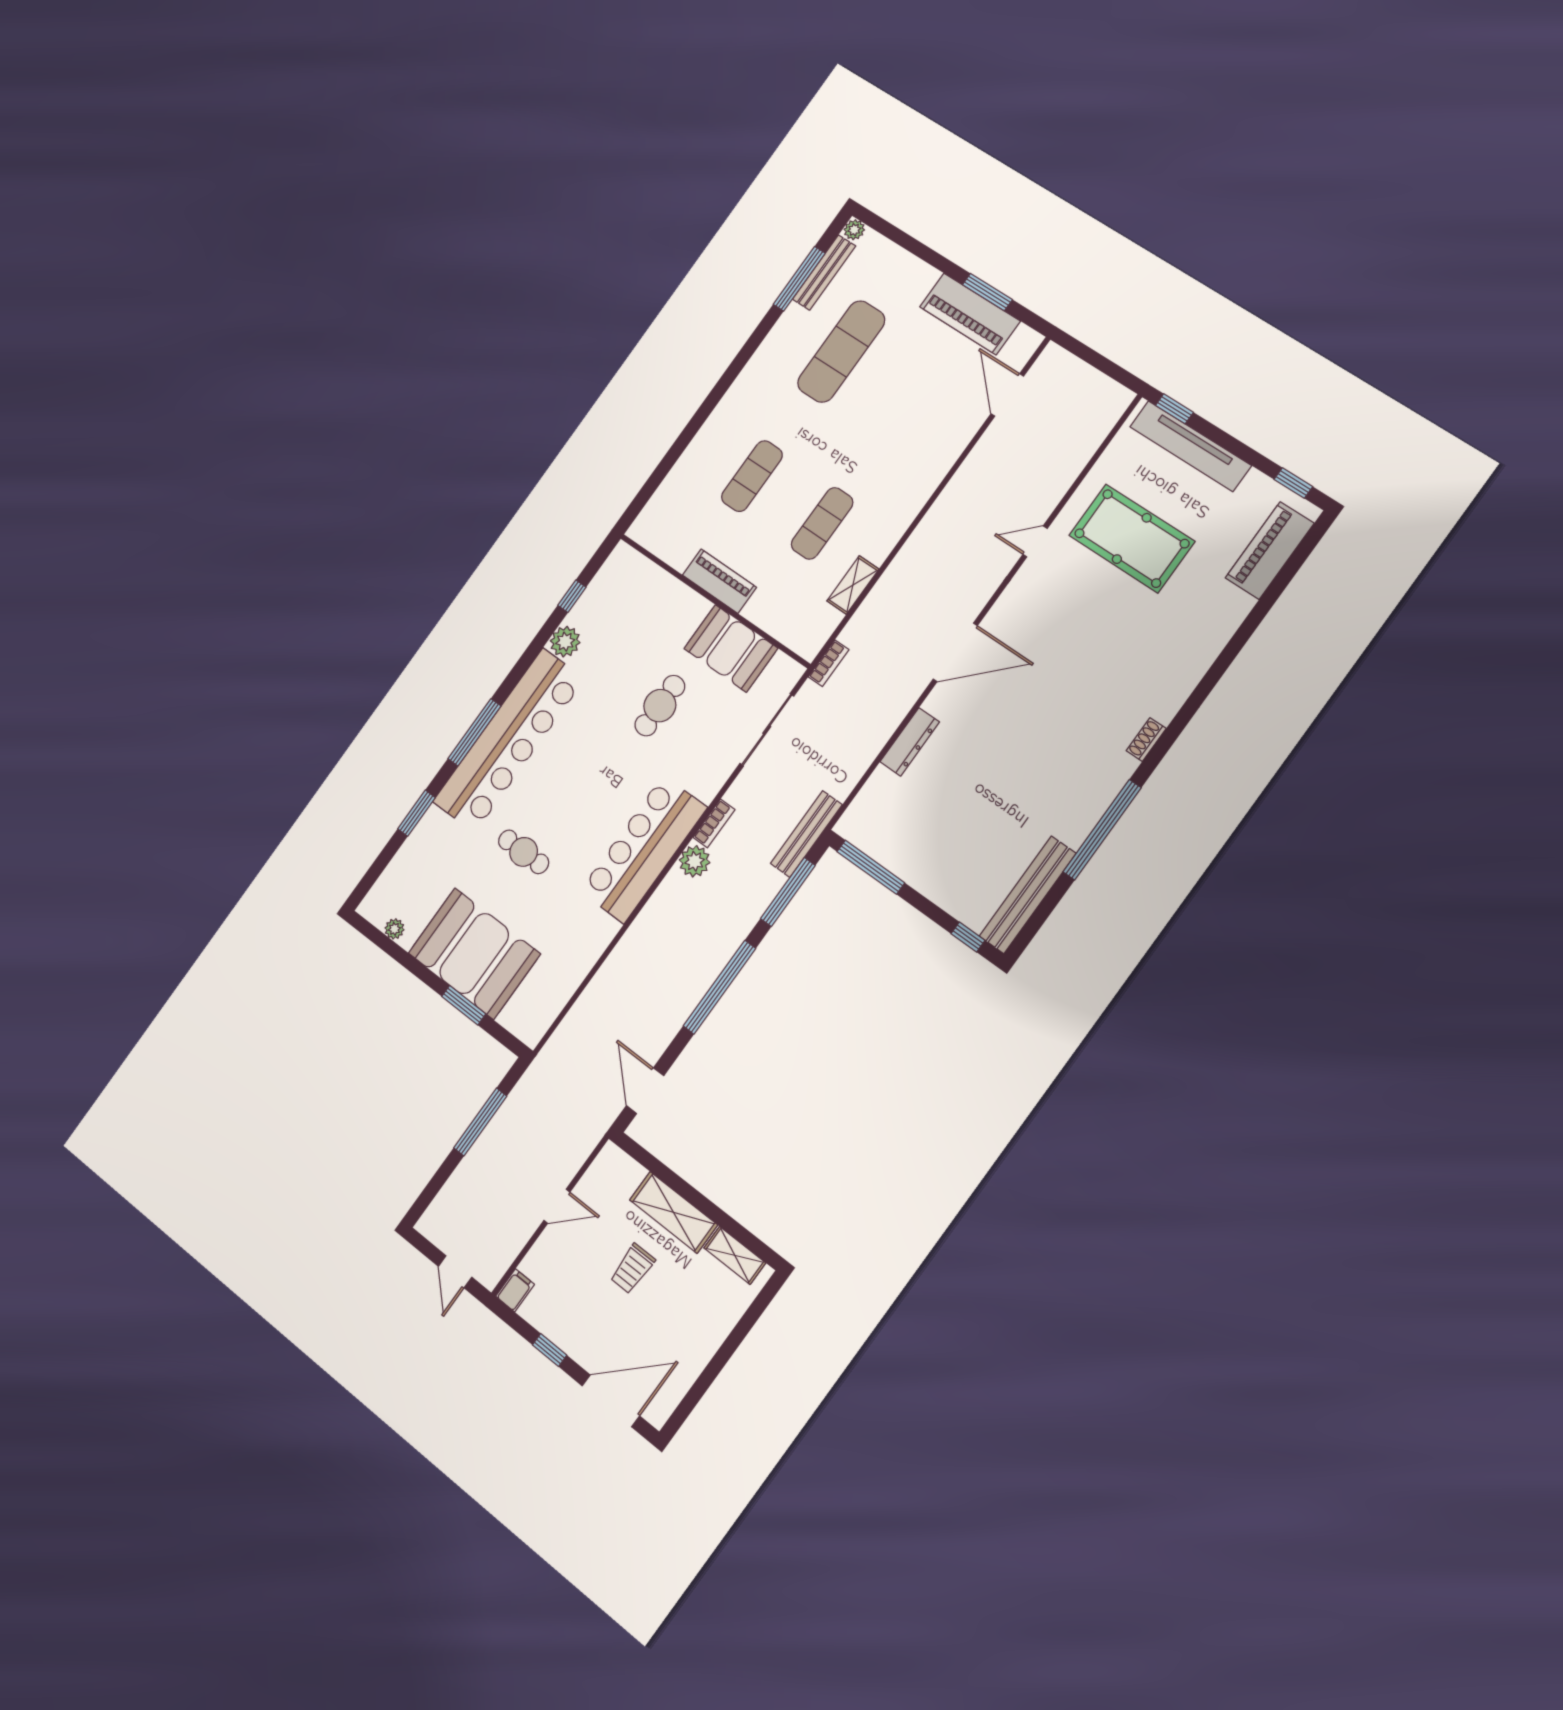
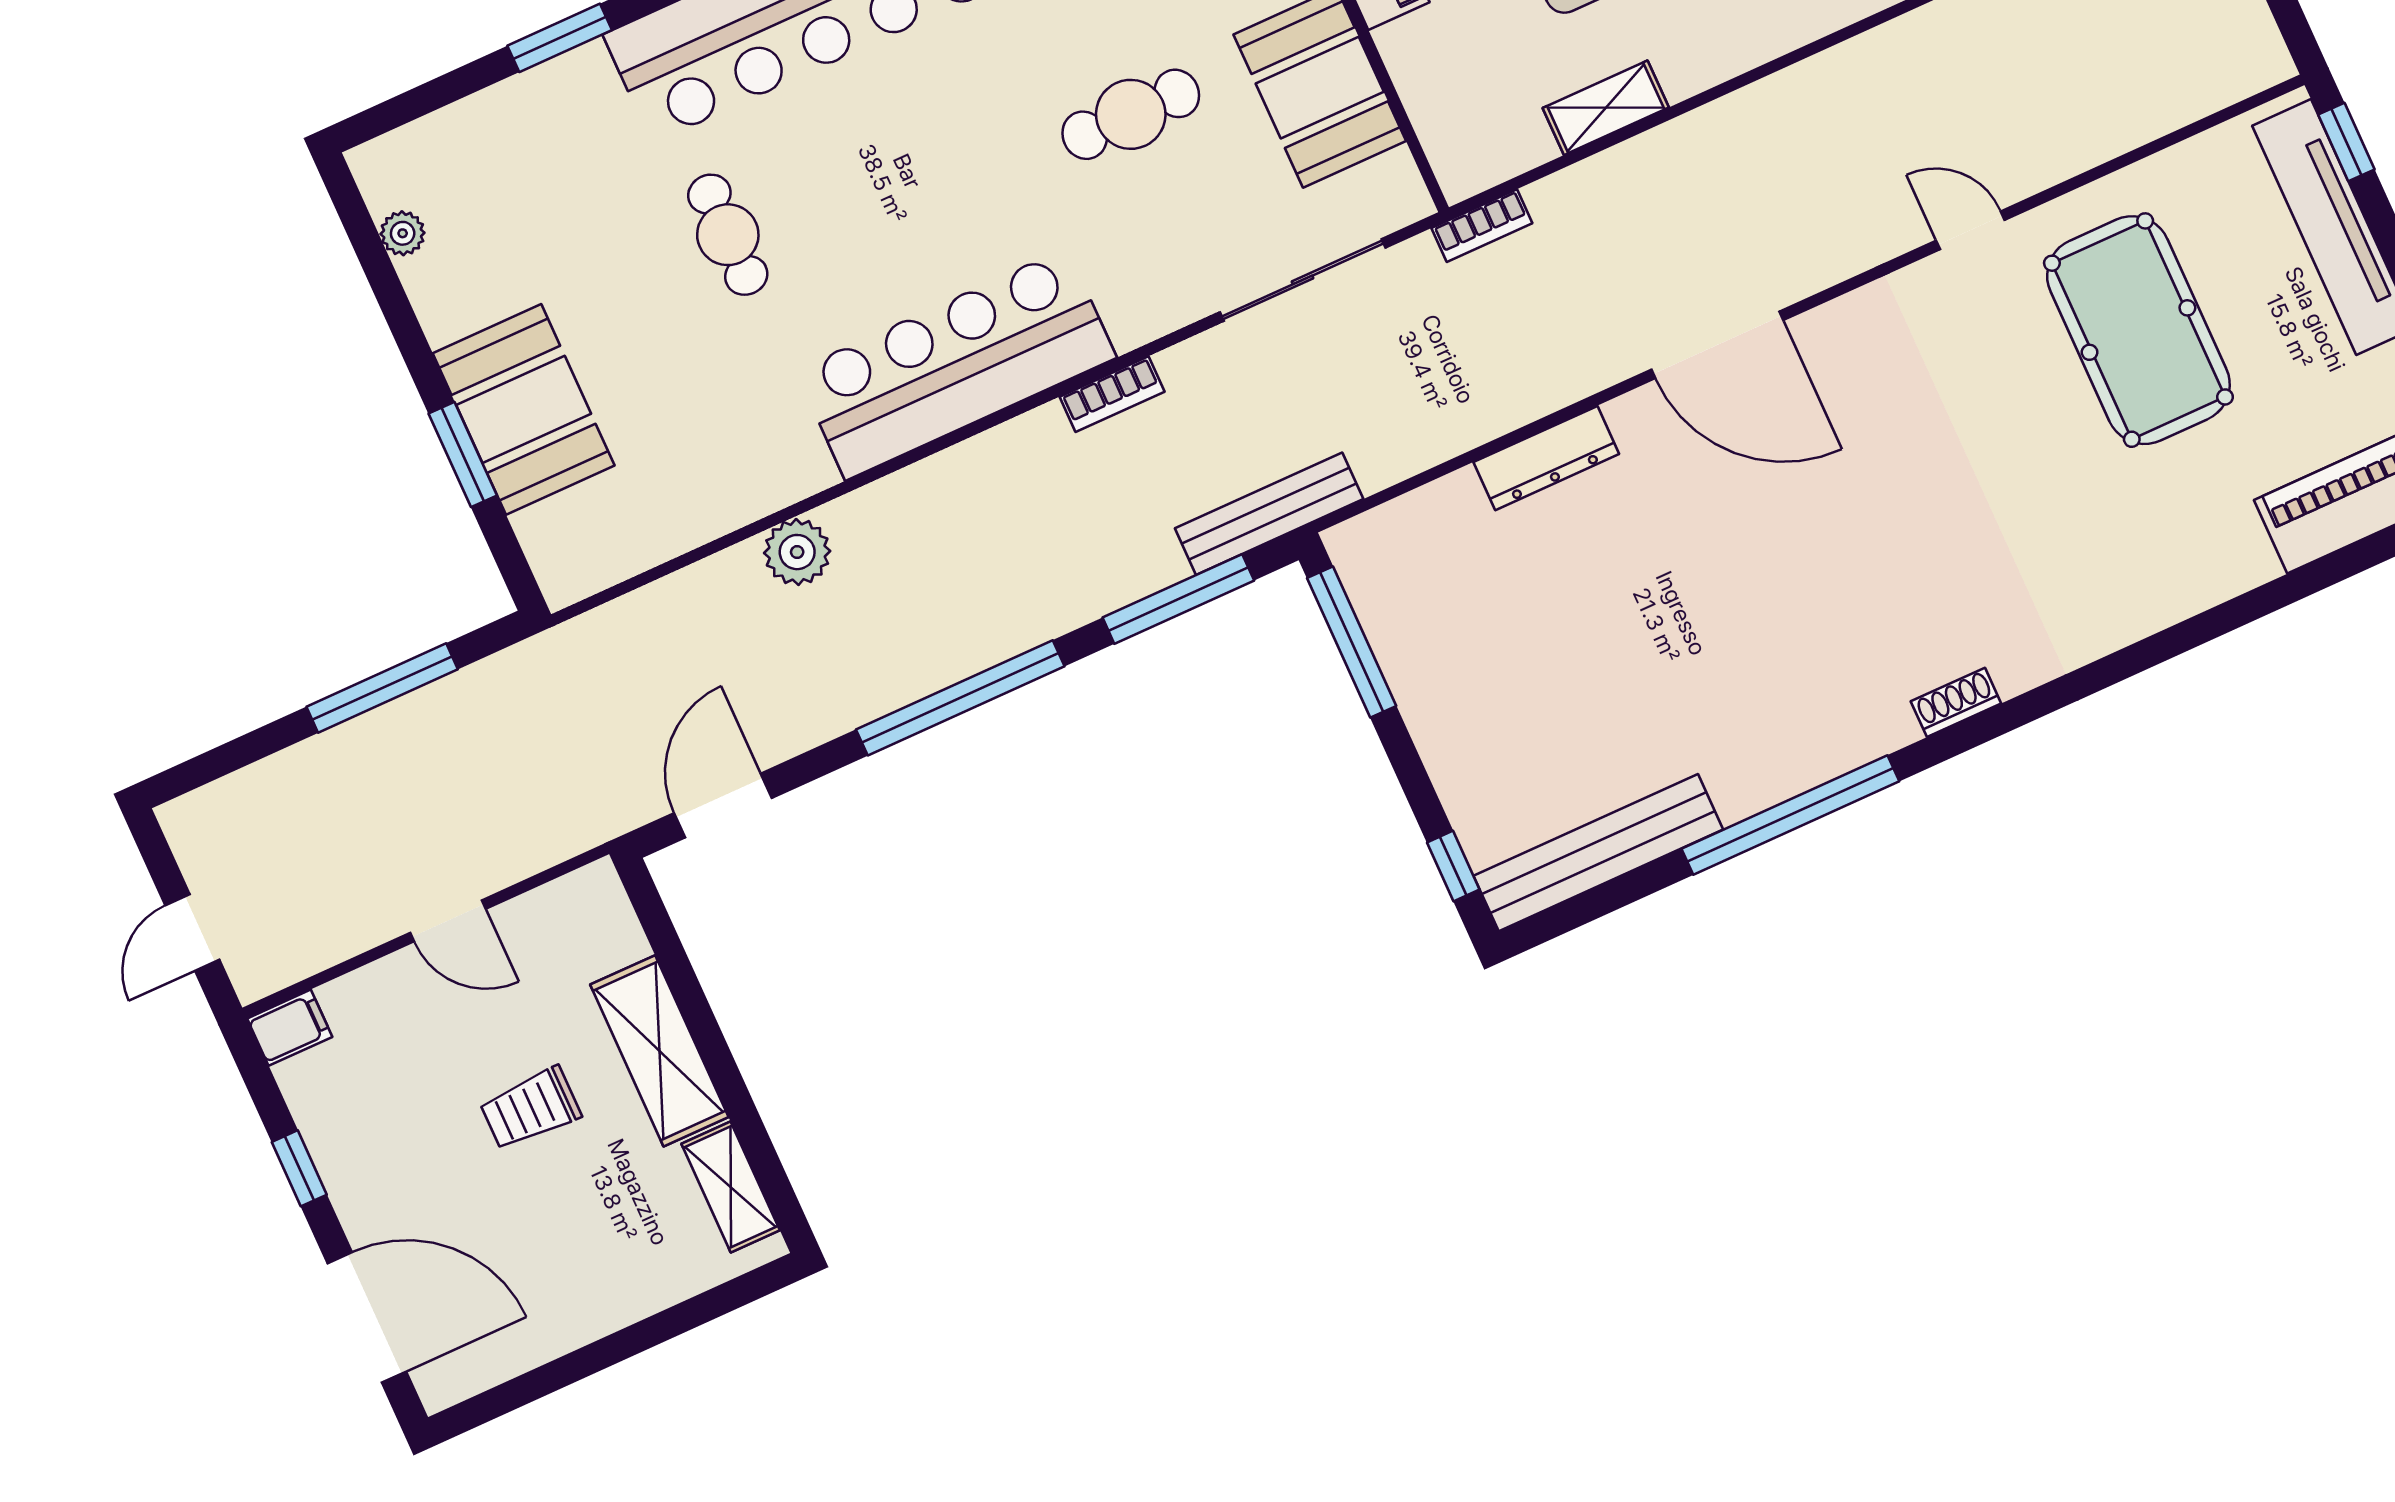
plant: (695, 861) -> (797, 552), moved
booth: (474, 953) -> (524, 409), width x0.73, depth x0.70

